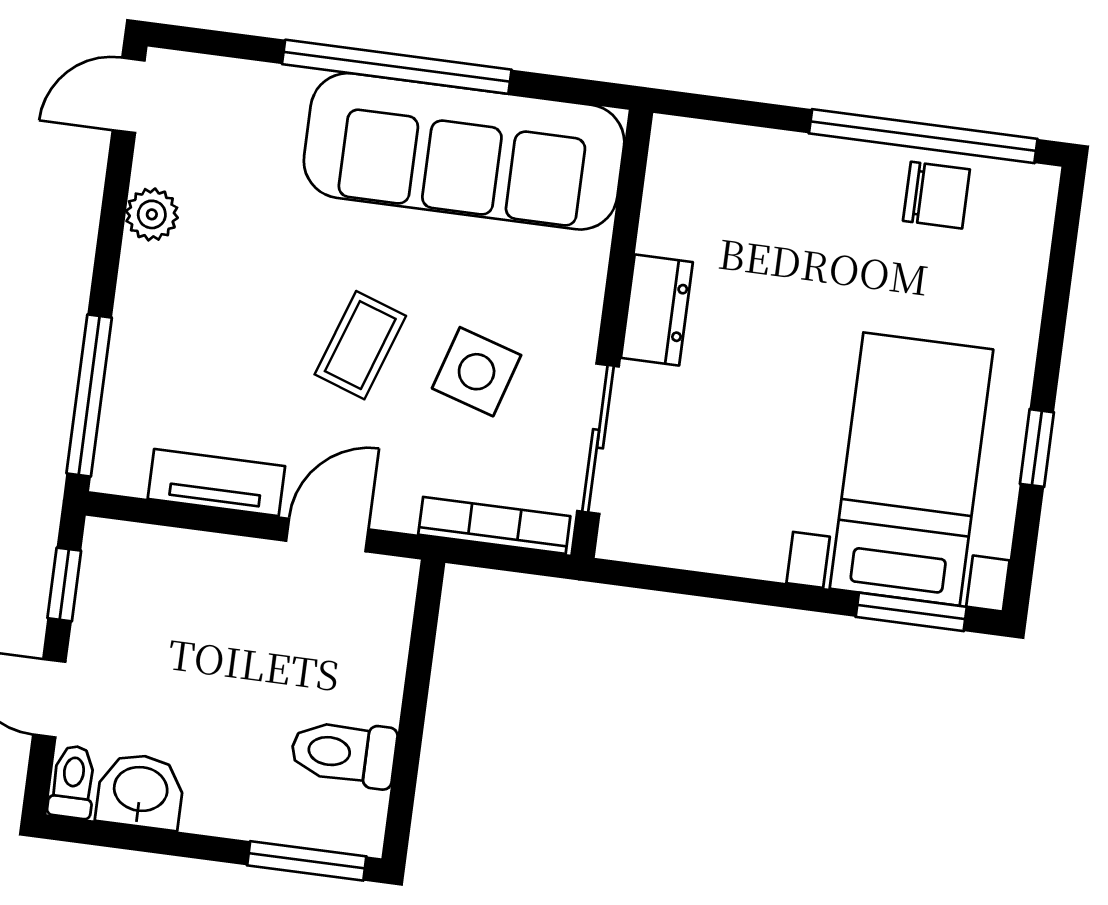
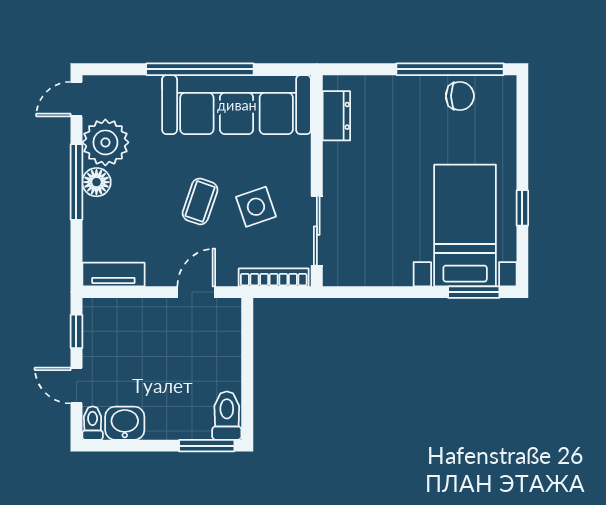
plant: (152, 214) -> (105, 142), width x1.88, depth x1.88
floor lamp: (148, 276) -> (96, 182), added
dresser: (657, 310) -> (336, 116), moved
side table: (477, 372) -> (256, 207), turned -36
window: (89, 396) -> (76, 182), moved
tv unit: (216, 483) -> (113, 275), moved
toilet: (344, 753) -> (227, 416), moved, turned 90

